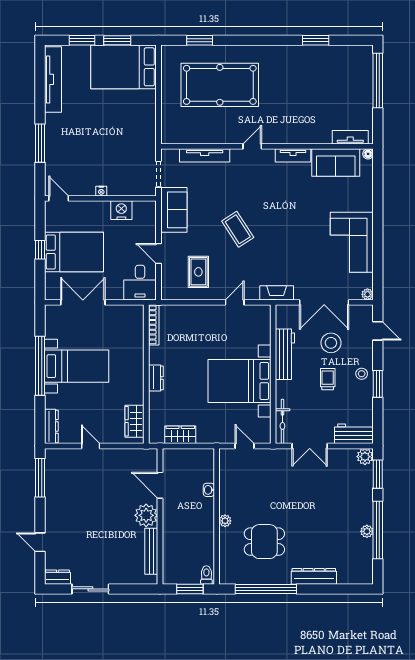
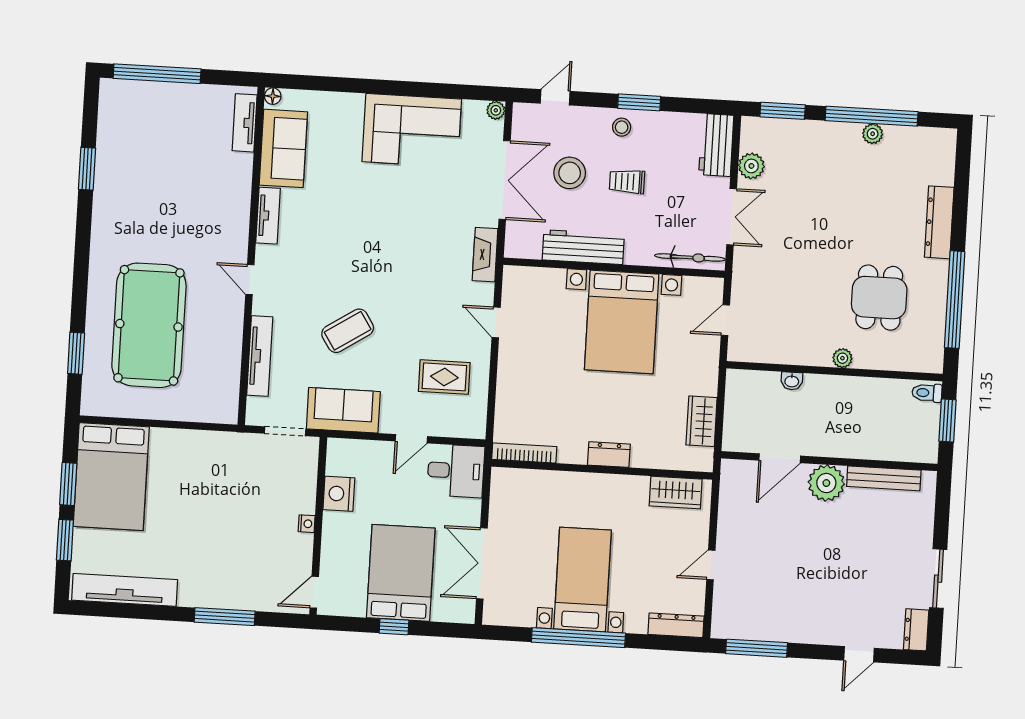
coffee table: (238, 229) -> (348, 331), moved
plant: (365, 457) -> (751, 166), moved

